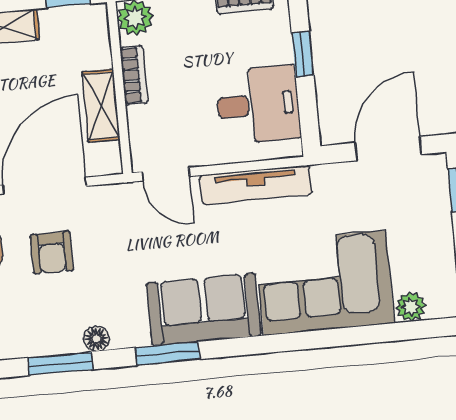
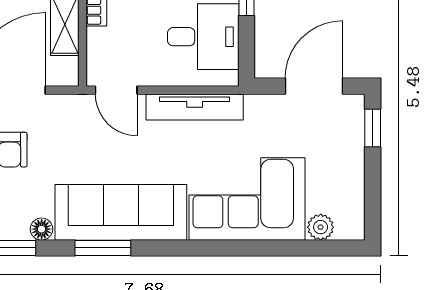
sofa: (204, 310) -> (121, 212), width x1.36

